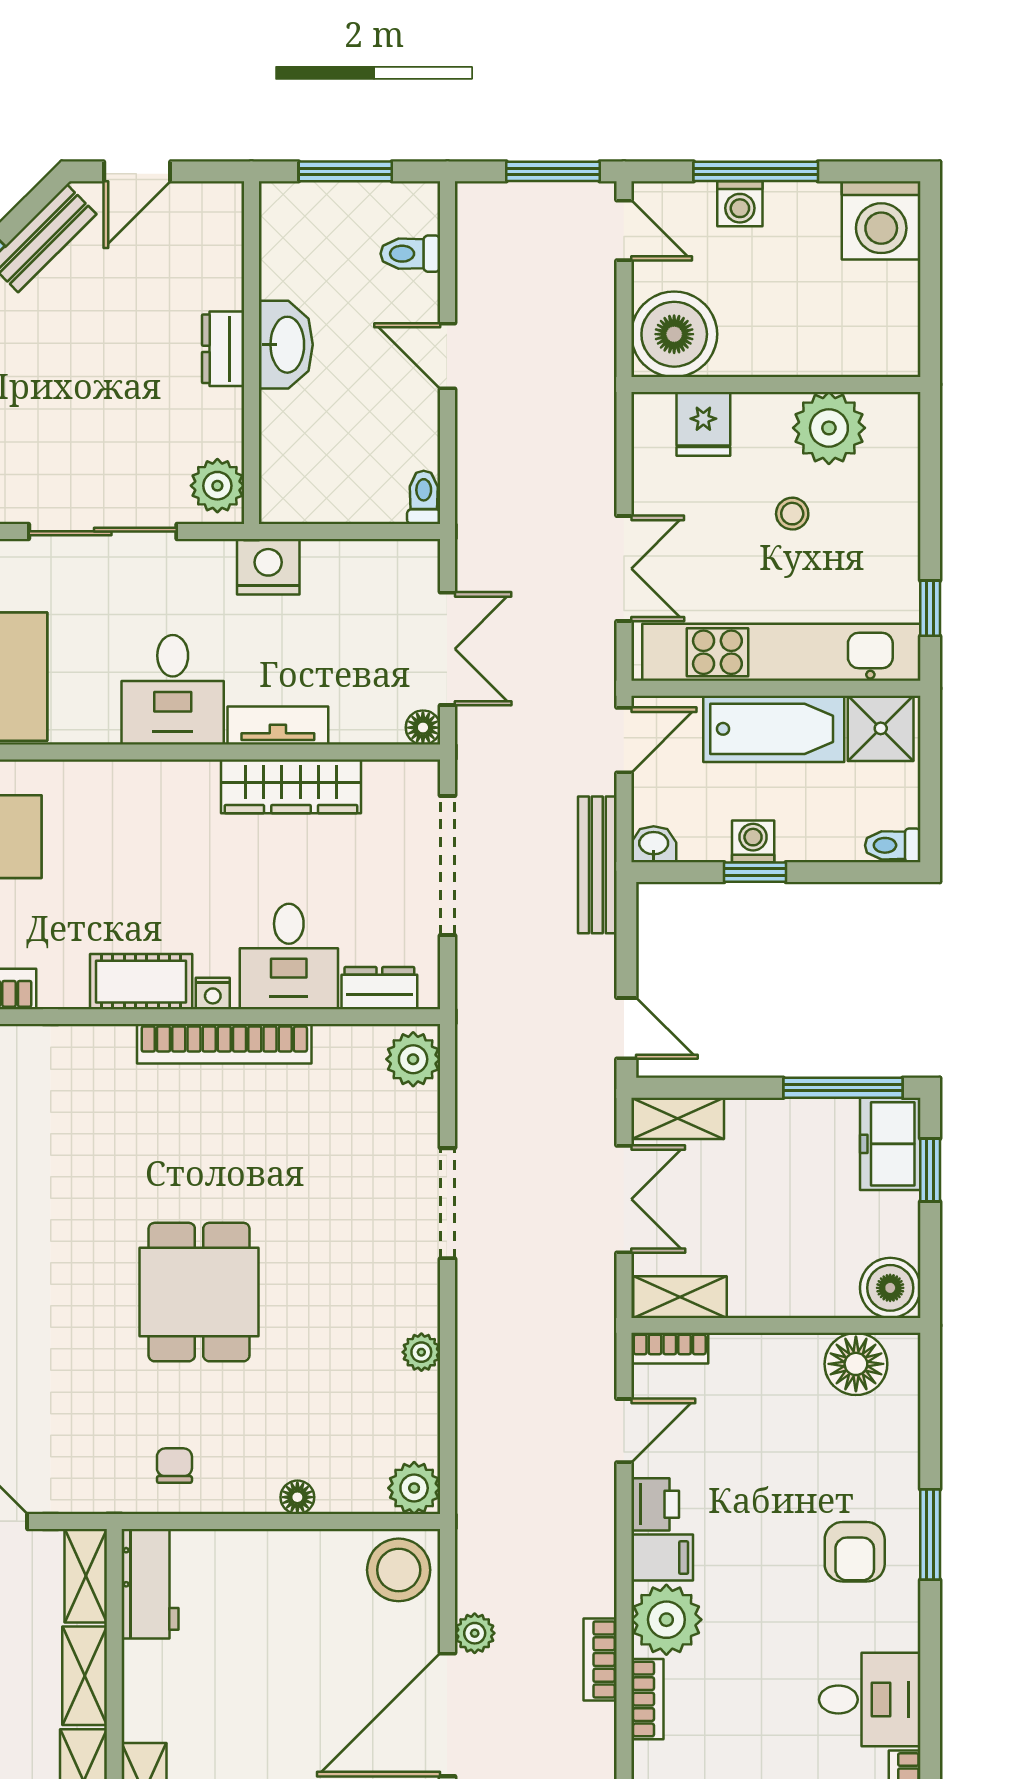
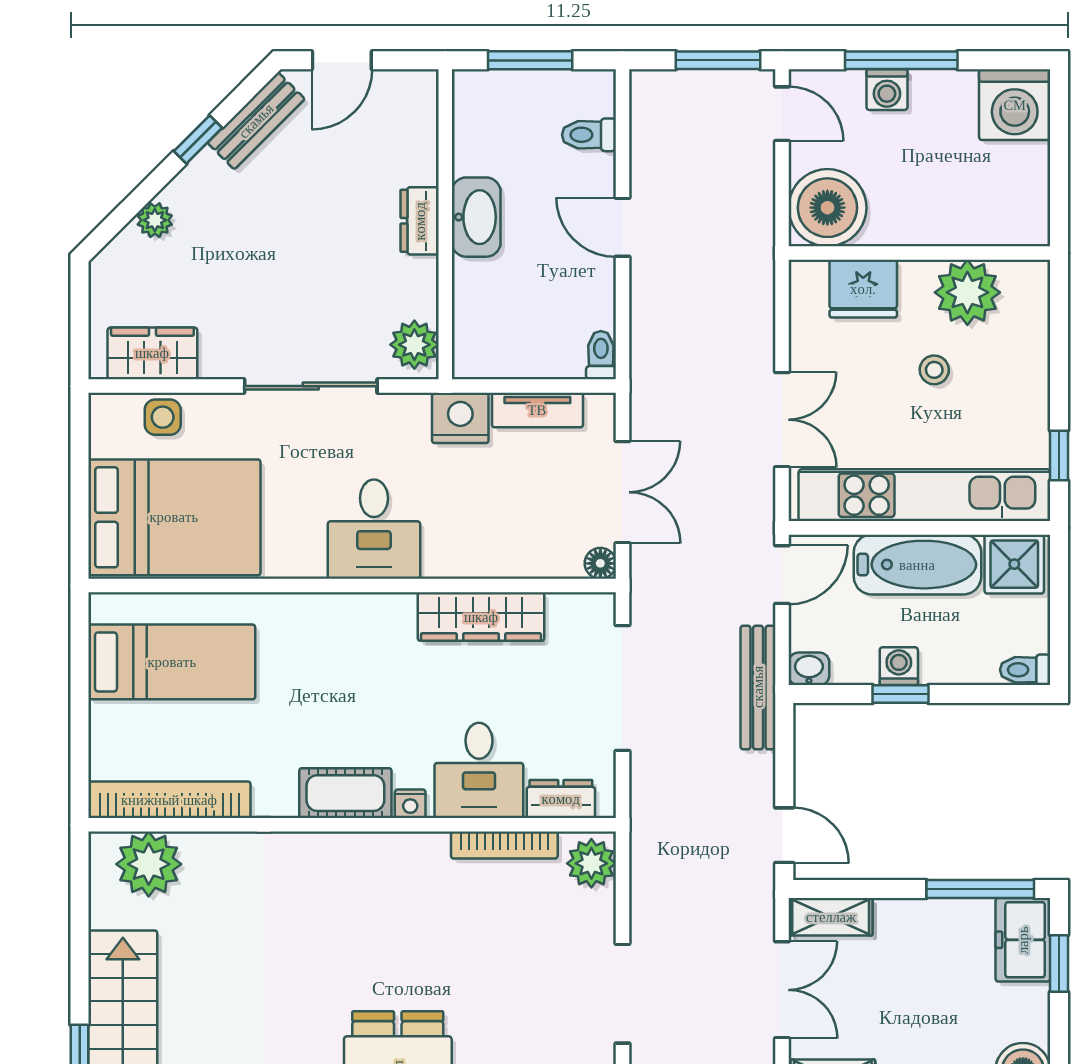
fridge: (703, 424) -> (863, 289), width x1.38
tv unit: (278, 725) -> (537, 410), moved, turned 180
bookcase: (224, 1044) -> (504, 845), moved, width x0.68, depth x0.76

